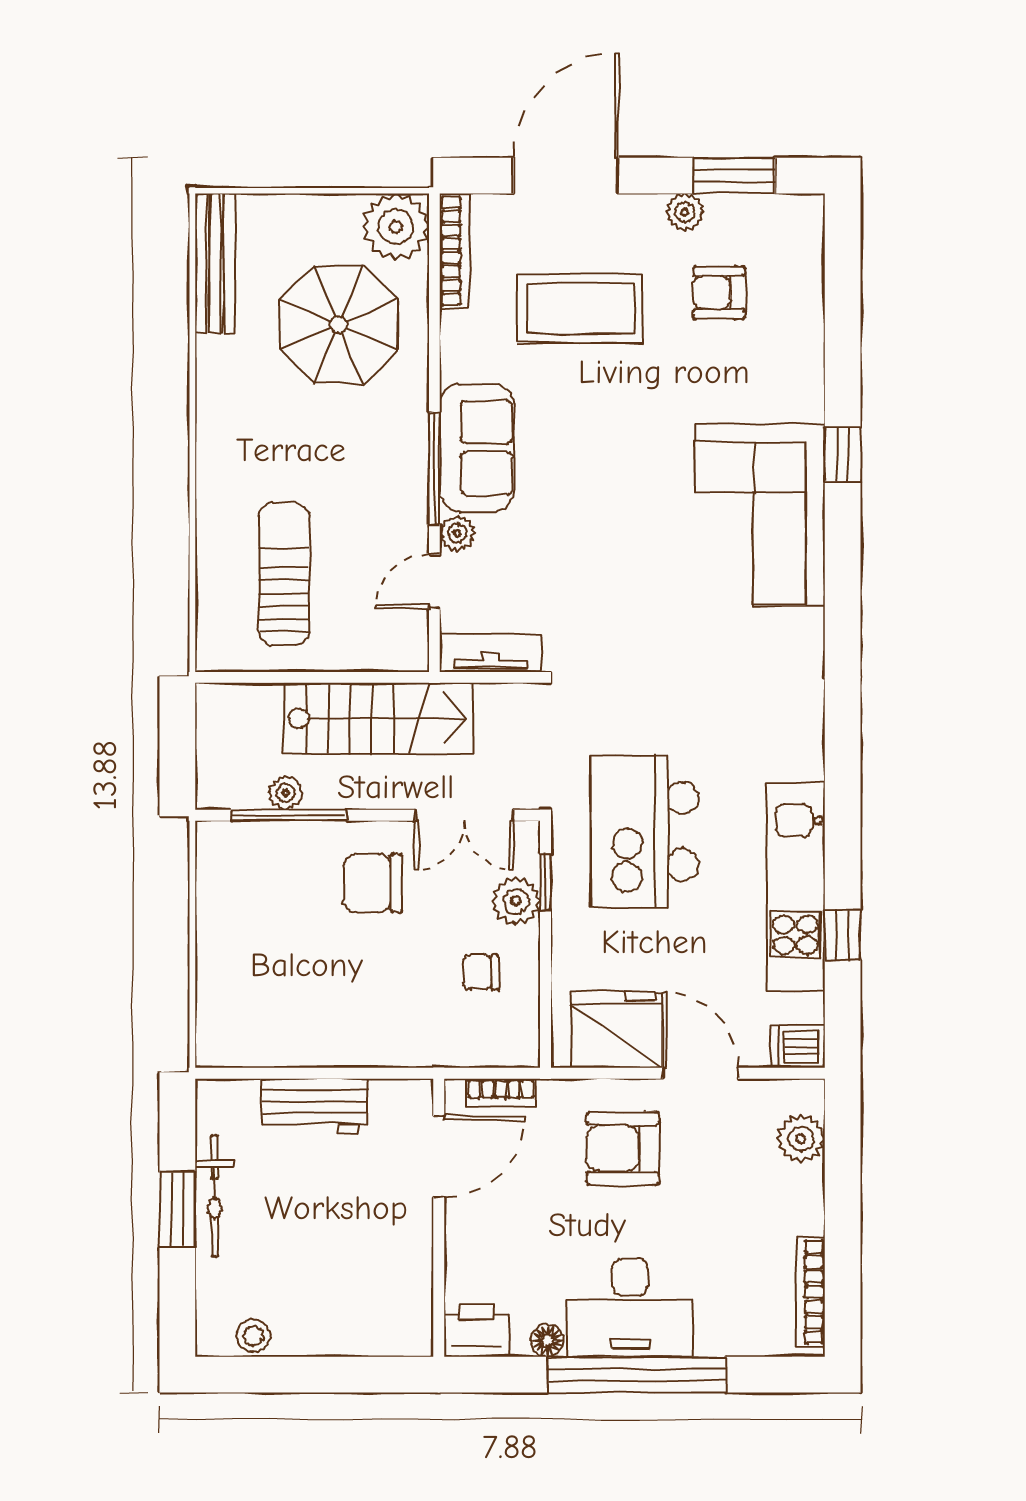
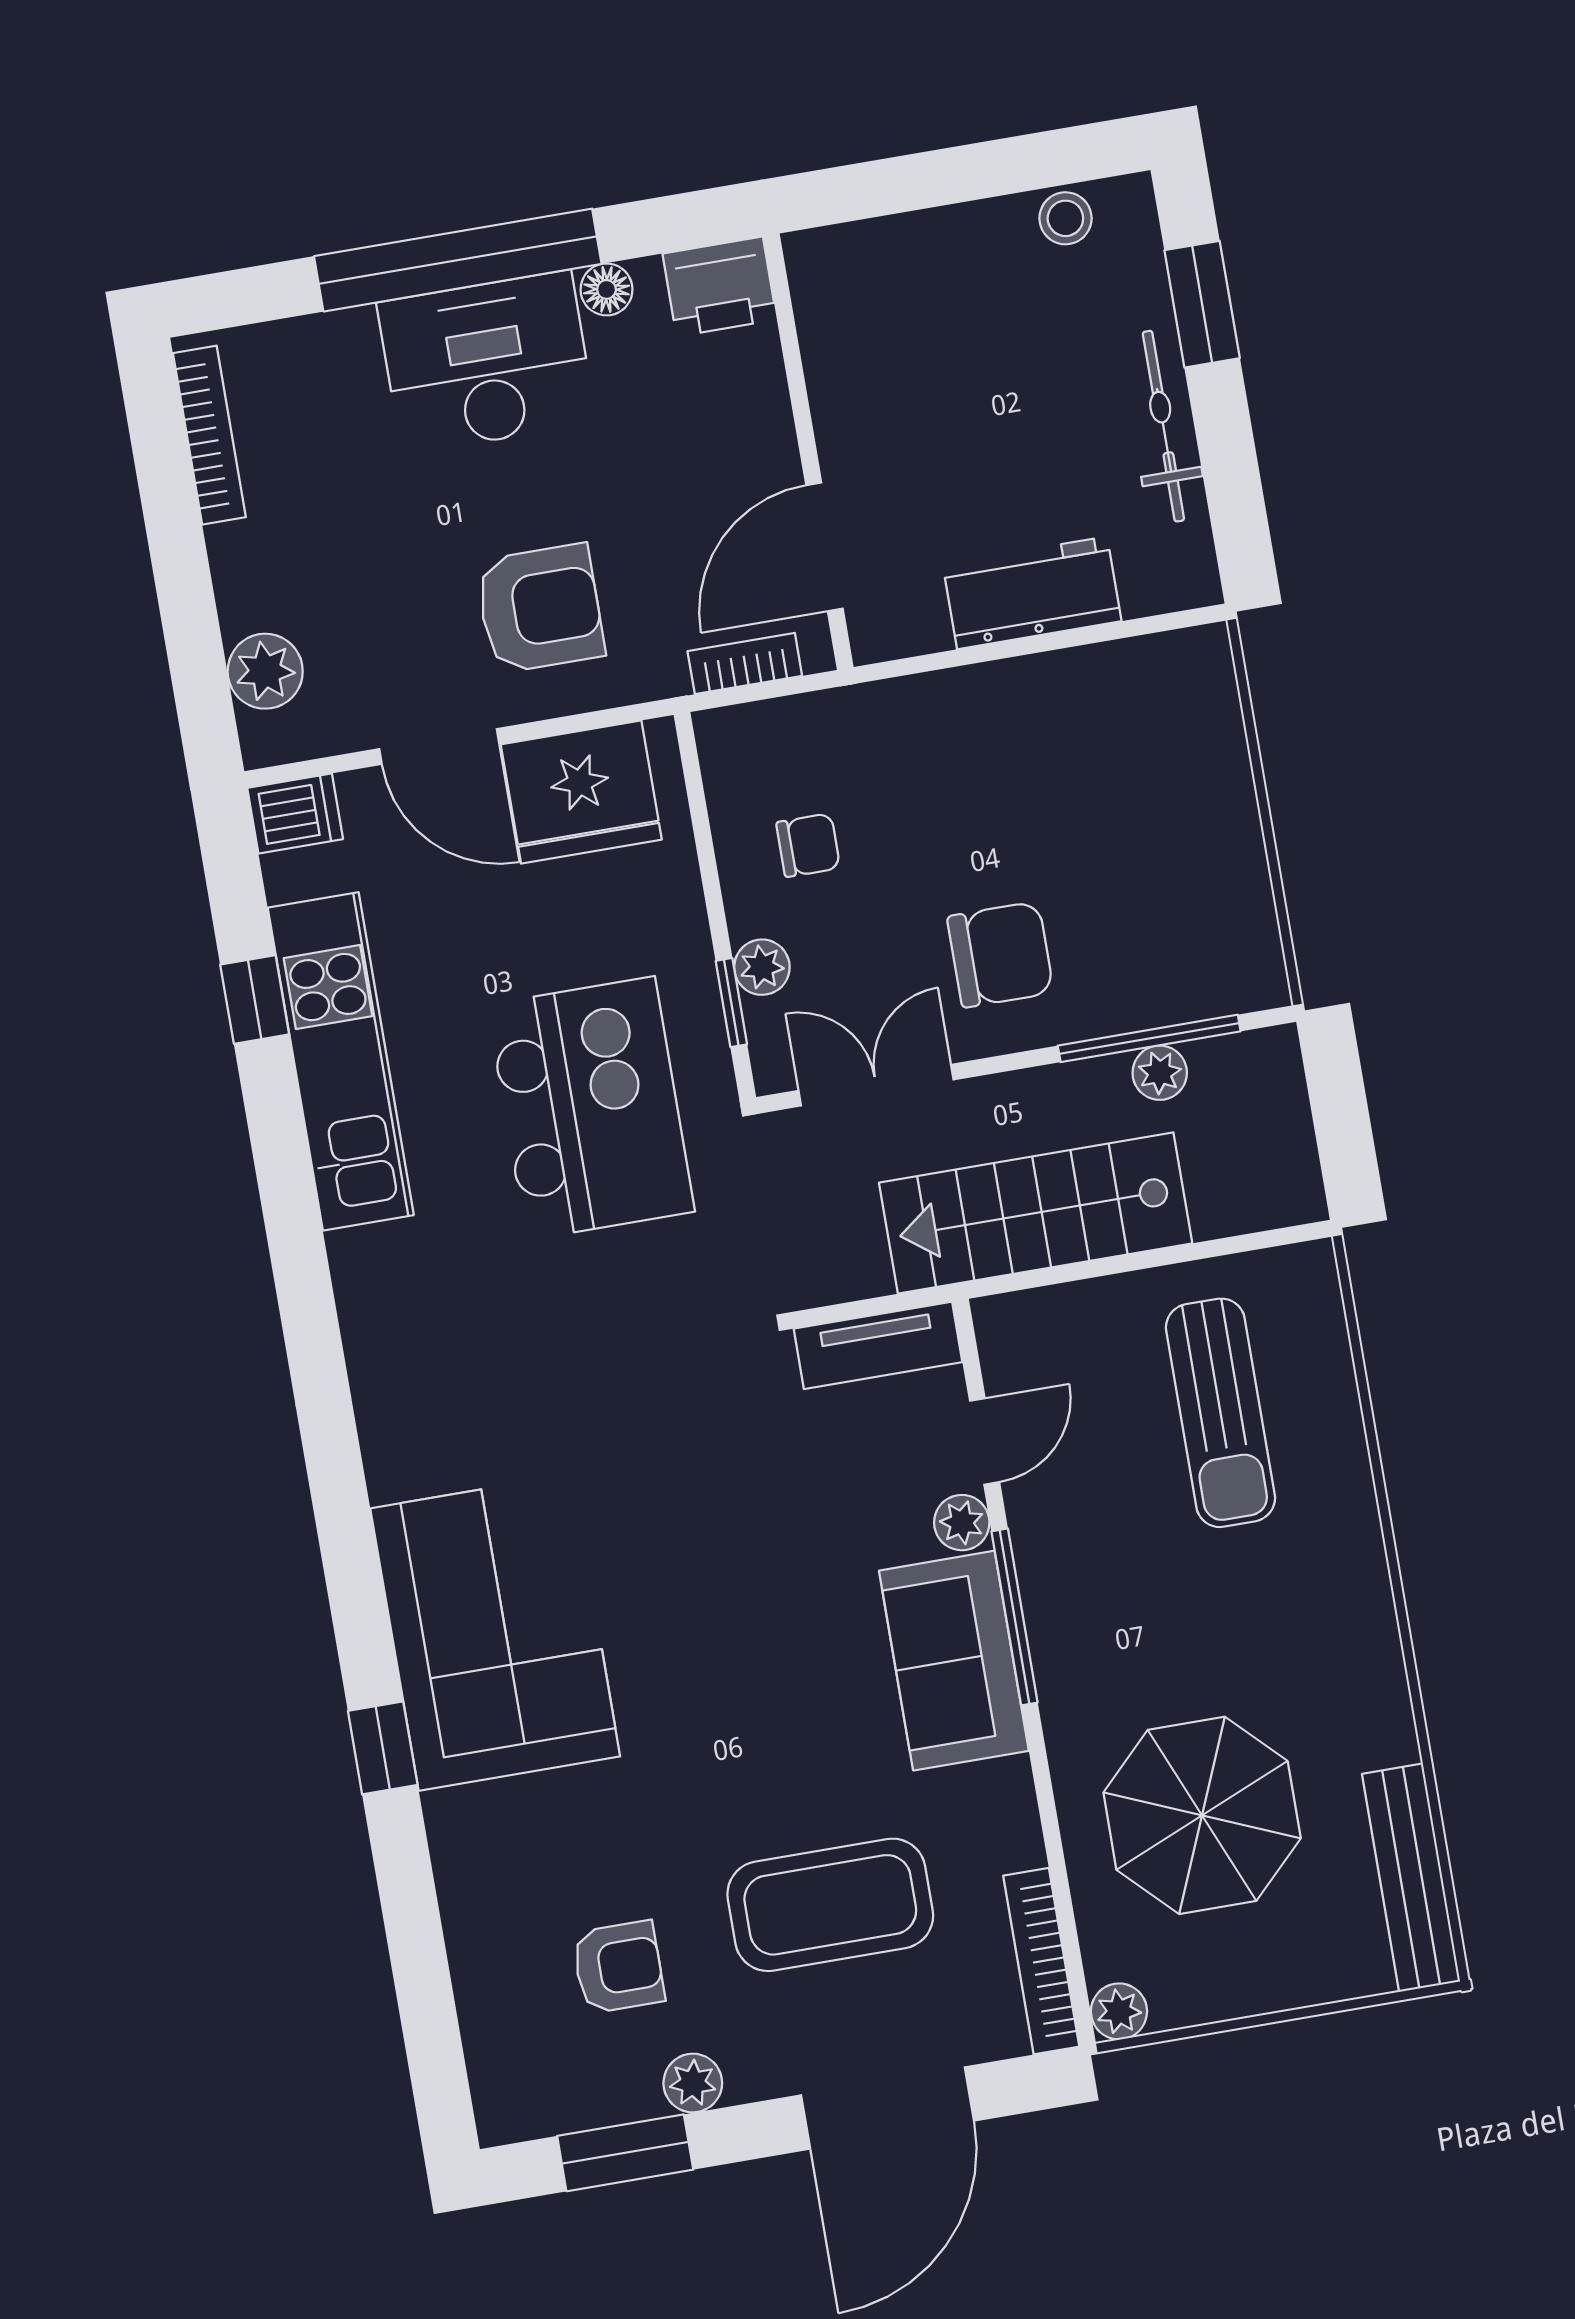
plant: (396, 227) -> (1119, 2011), width x0.53, depth x0.53
plant: (516, 901) -> (762, 967), width x0.73, depth x0.73
window: (177, 1209) -> (1202, 304), moved

